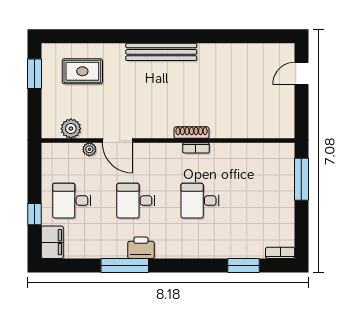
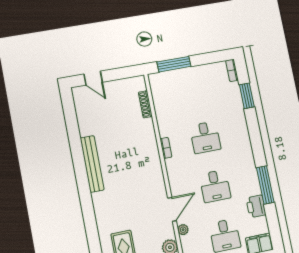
bench: (161, 52) -> (92, 164), moved
shoe rack: (192, 133) -> (145, 104), moved
printer: (141, 248) -> (256, 206), moved

